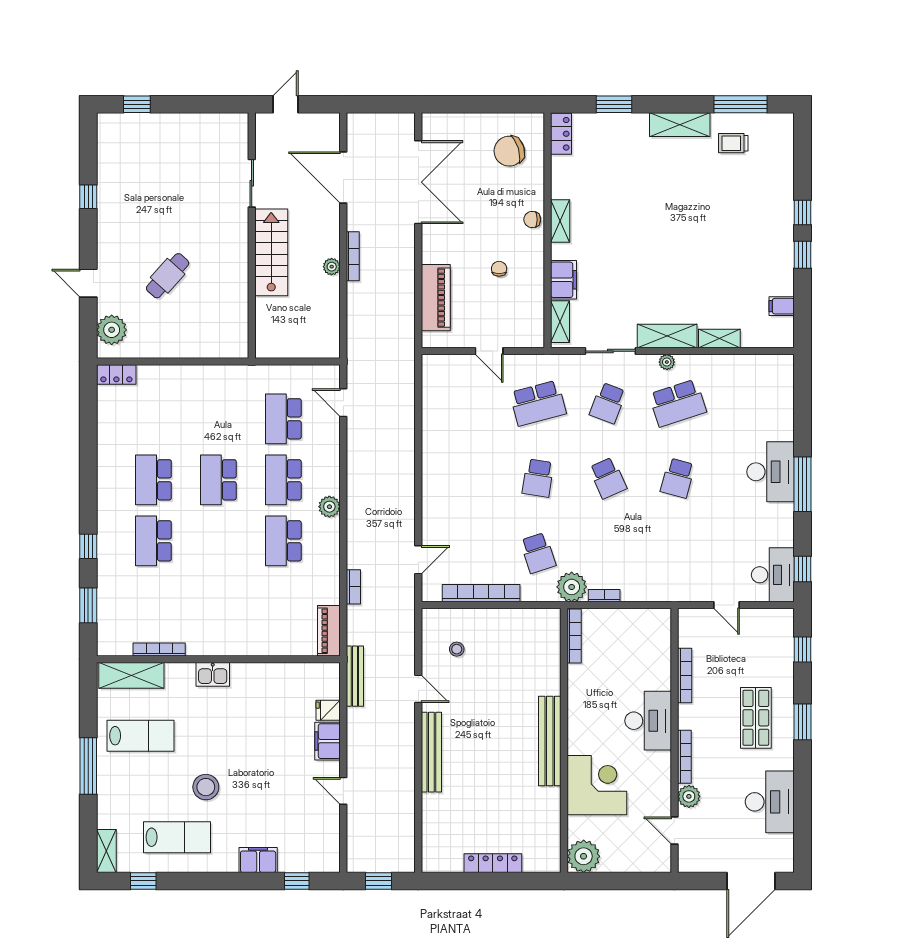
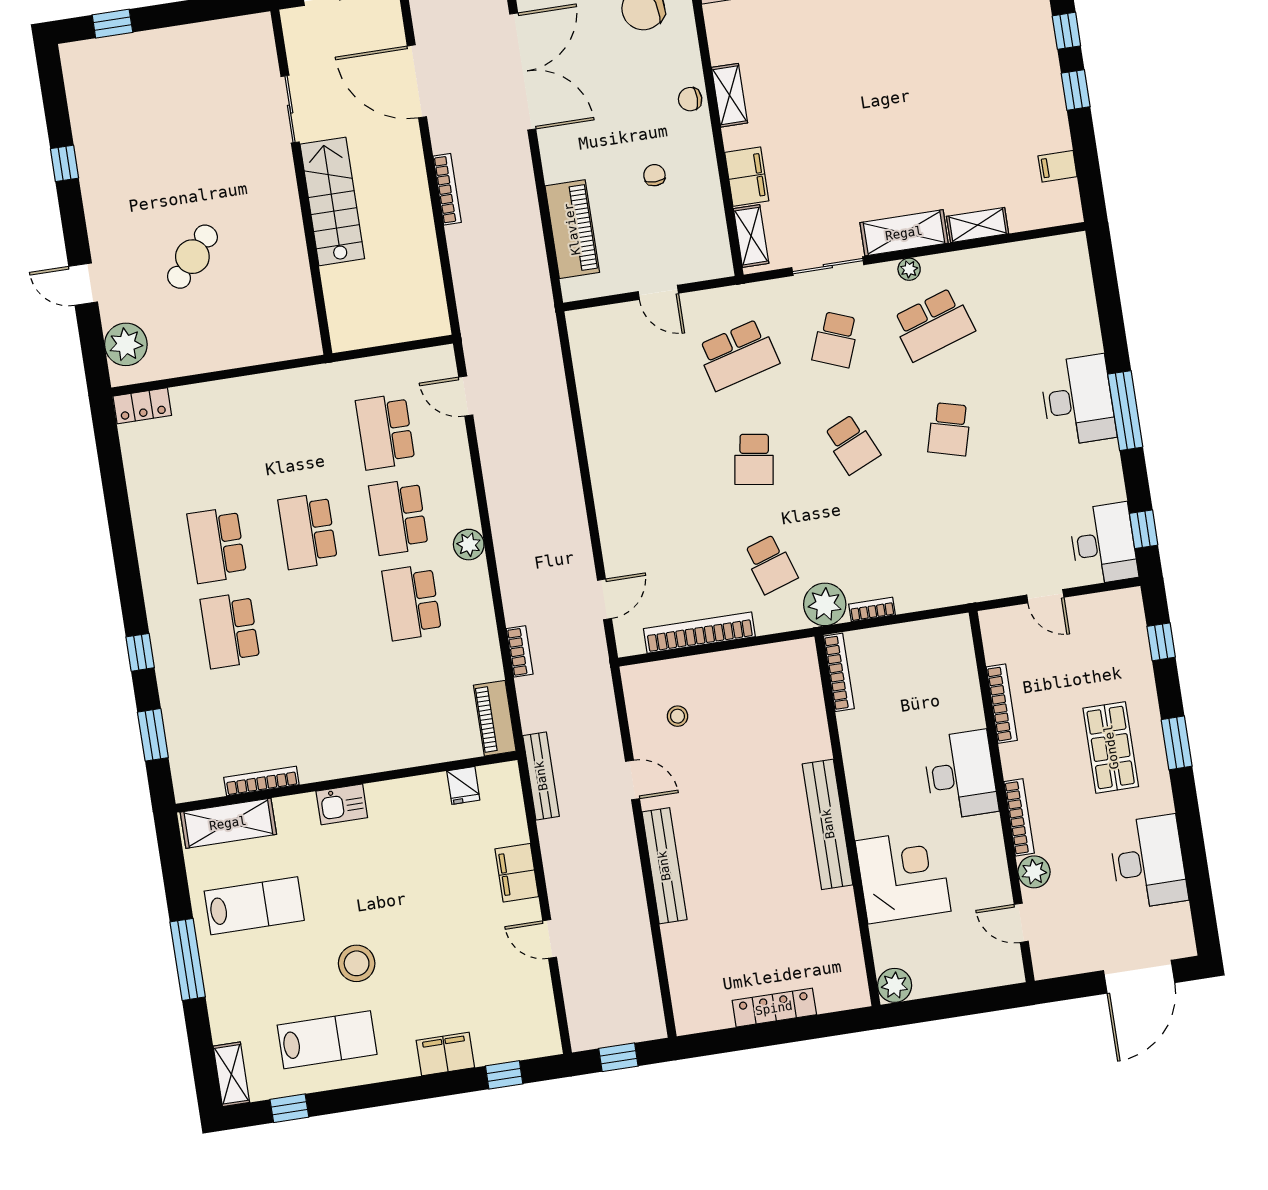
plant: (332, 267) -> (420, 208), removed
fridge: (328, 710) -> (463, 785), moved, turned -90
plant: (584, 856) -> (895, 985), width x0.73, depth x0.73

